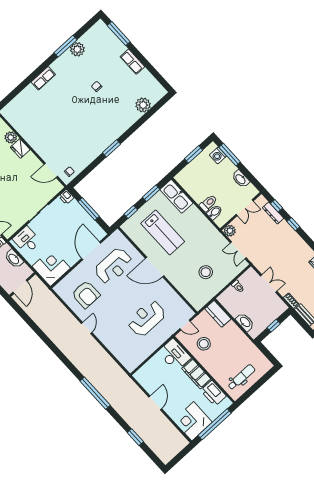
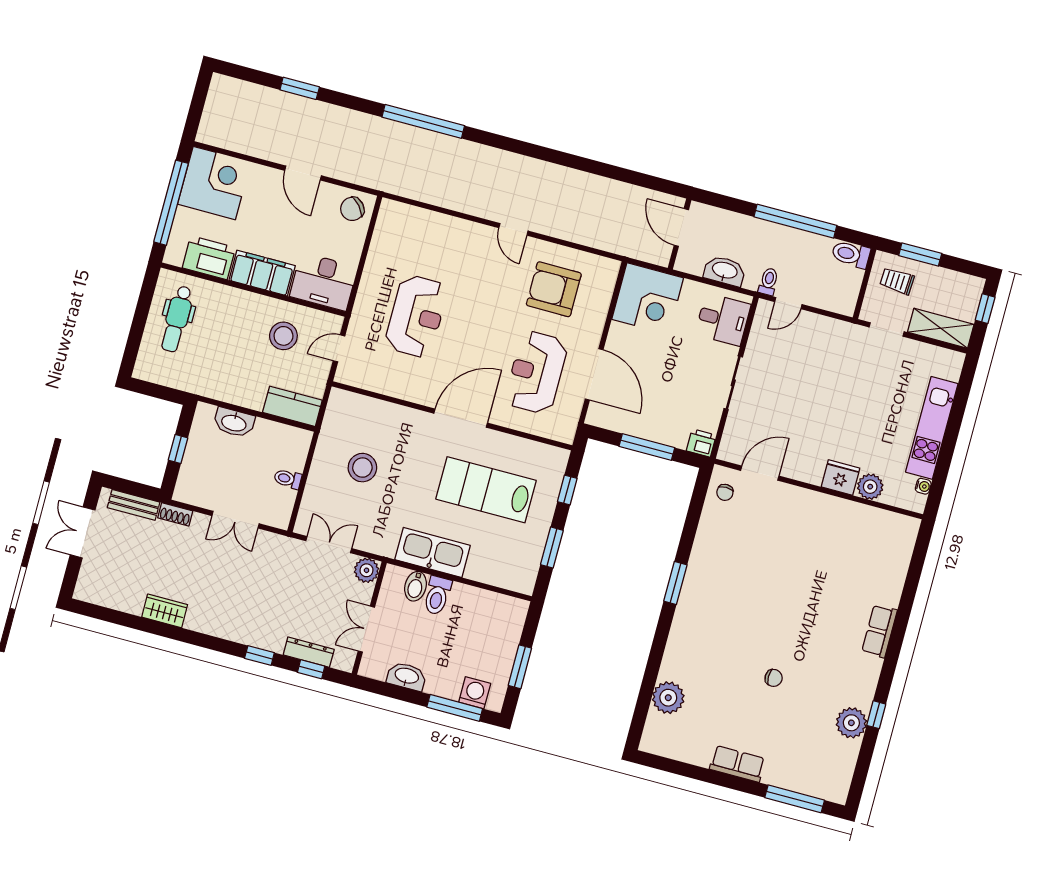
window: (66, 46) -> (876, 715), width x0.46
kitchen sink: (177, 196) -> (433, 552), moved
chair: (145, 376) -> (352, 209), added

